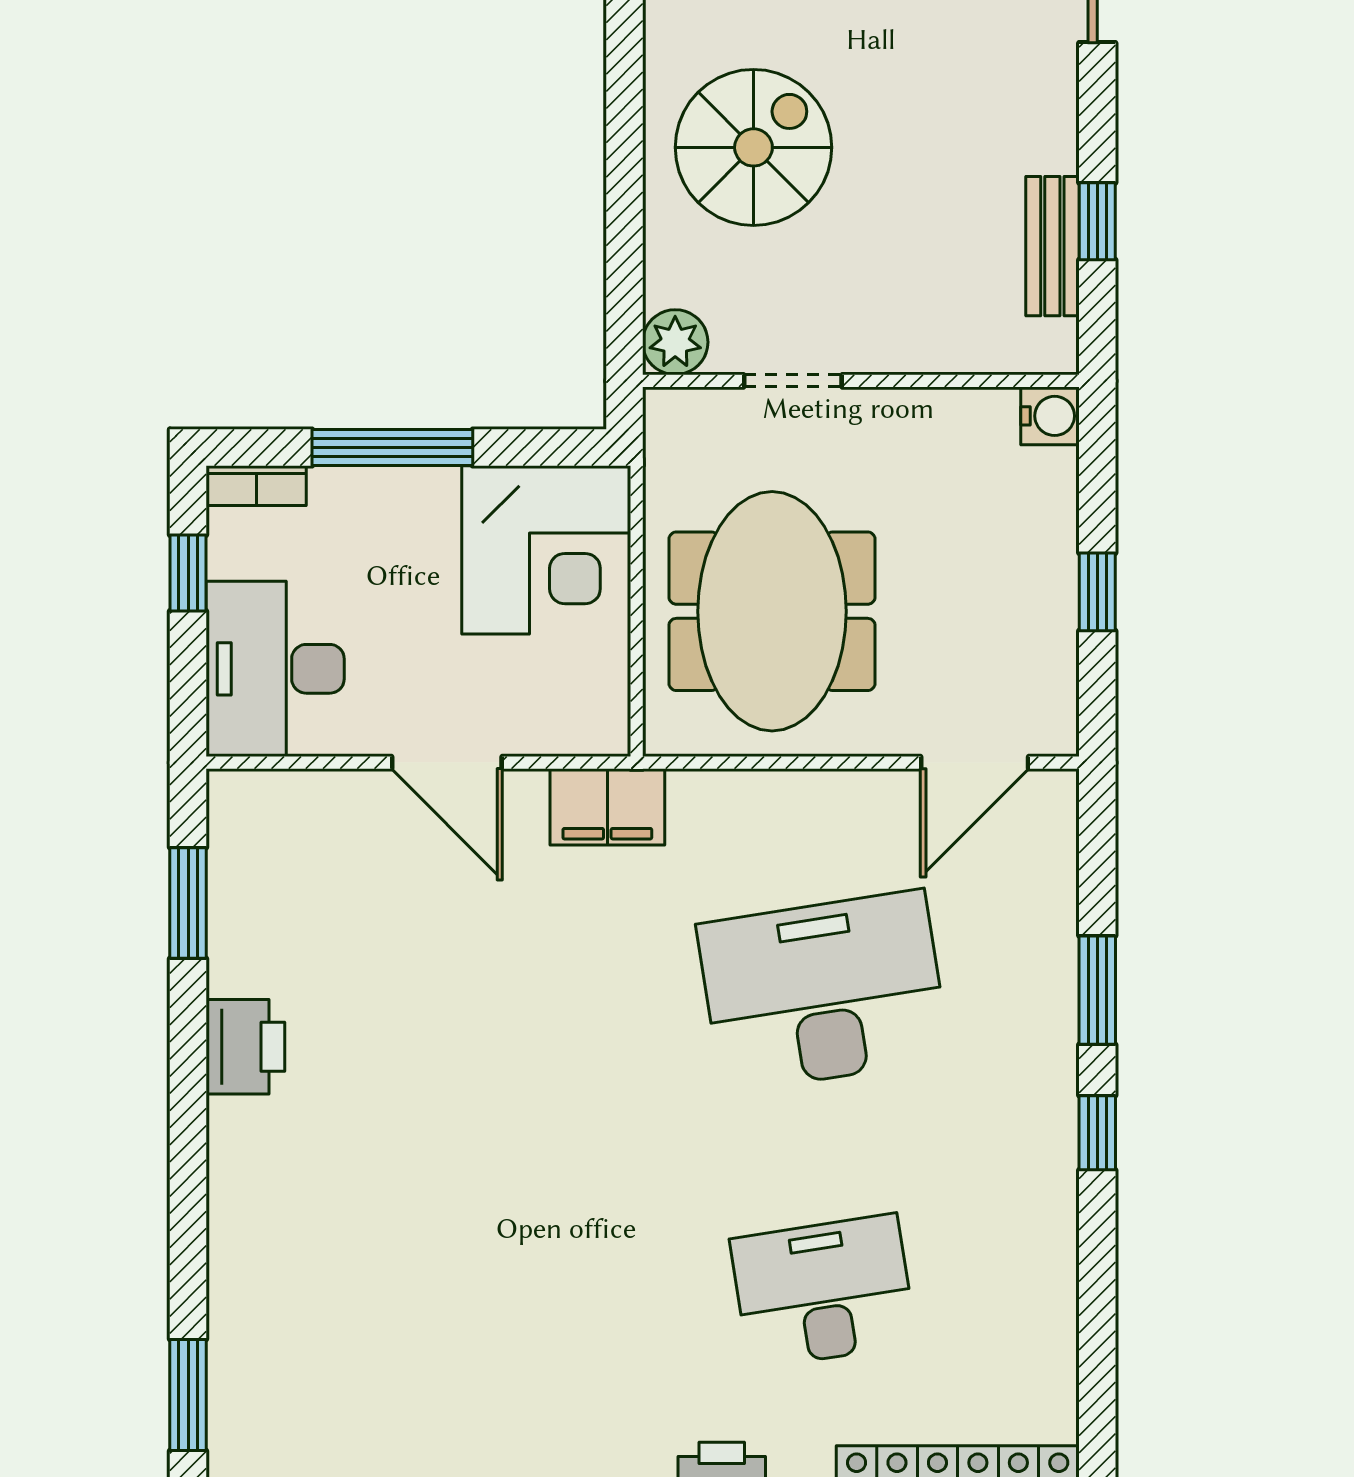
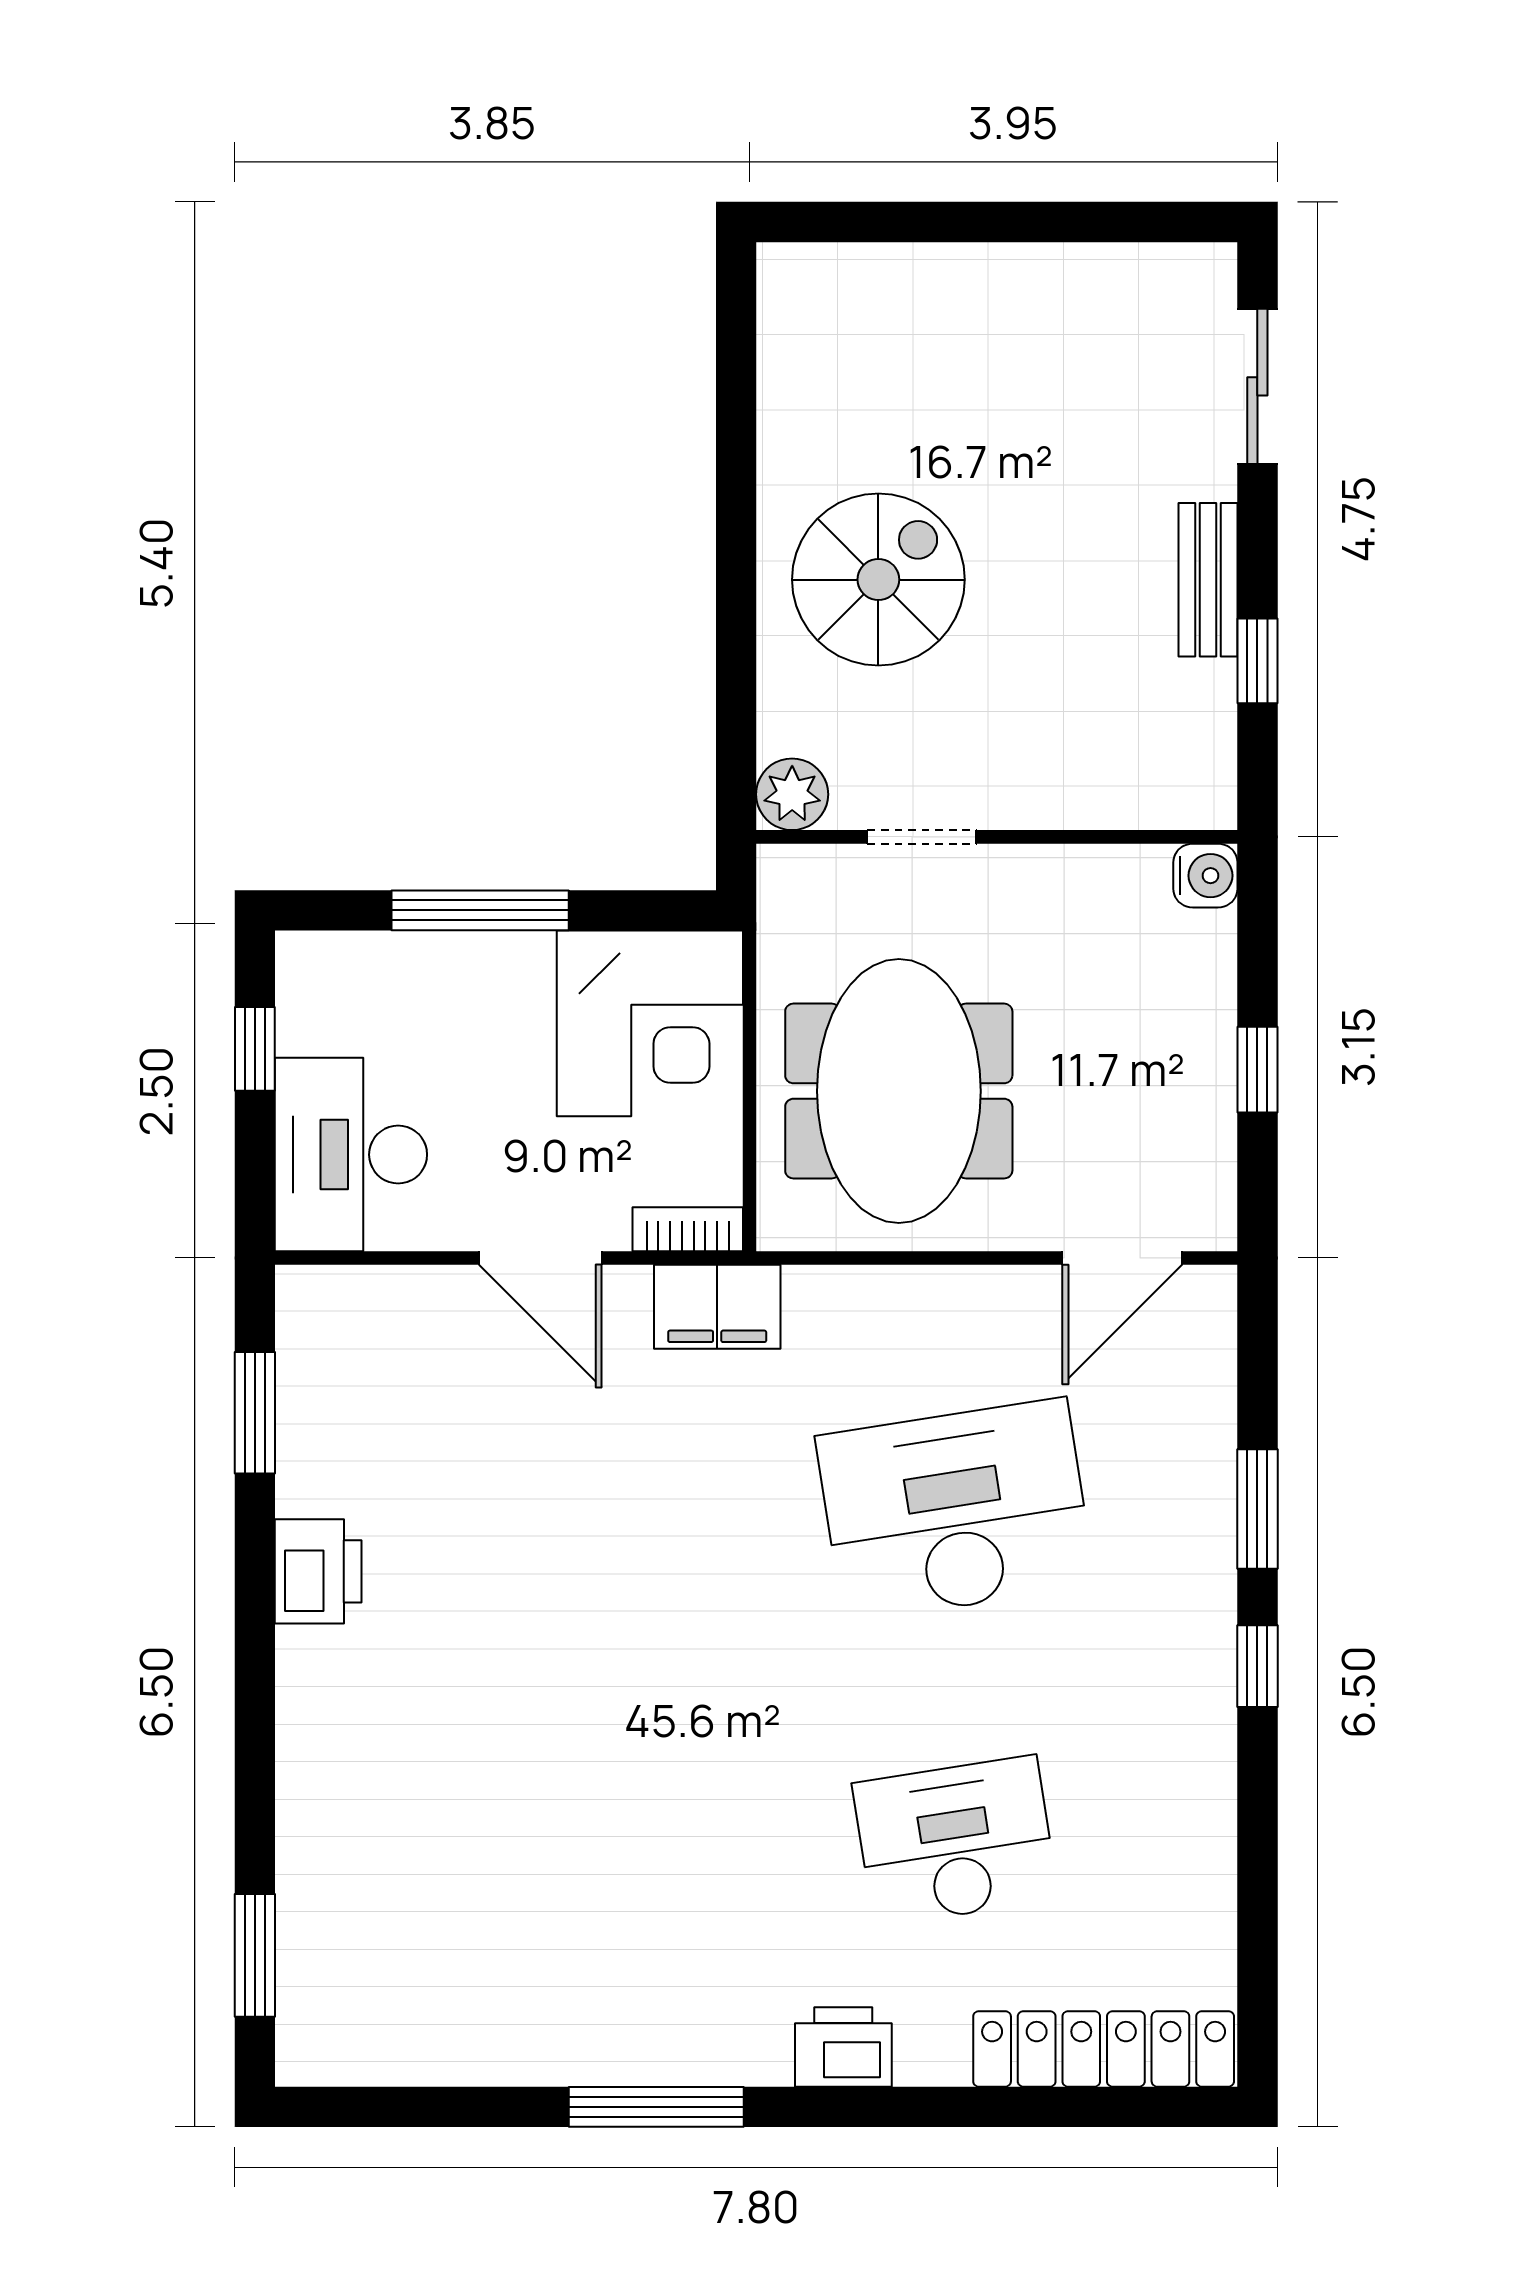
bench: (1052, 246) -> (1208, 580), moved
bookcase: (256, 486) -> (688, 1229), moved, turned 180

